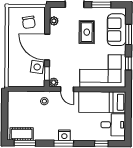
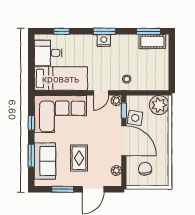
plant: (16, 78) -> (159, 105), added
door: (67, 89) -> (101, 93), swing flipped

